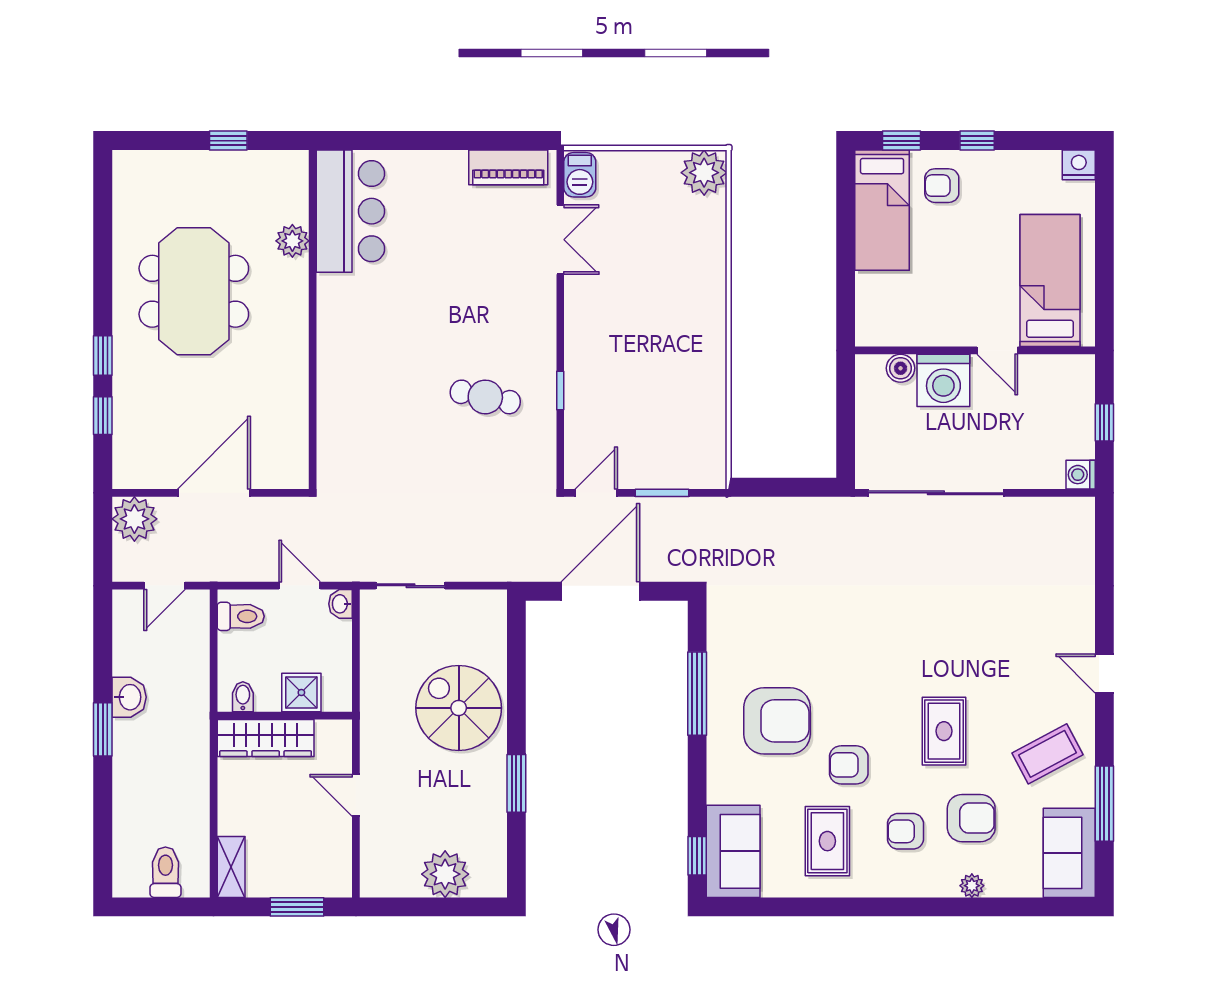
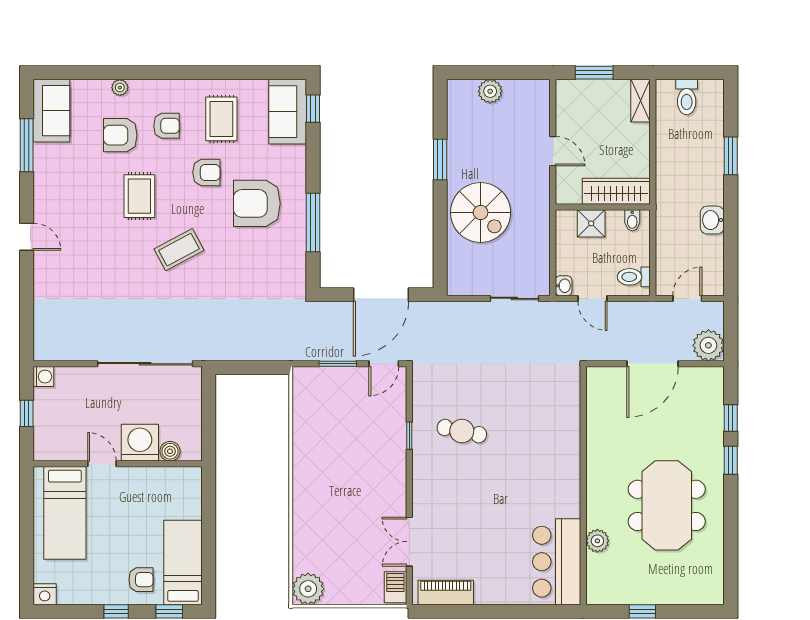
window: (103, 729) -> (731, 156), moved
coffee table: (1048, 754) -> (179, 250), moved
plant: (445, 874) -> (490, 91), width x0.73, depth x0.73

